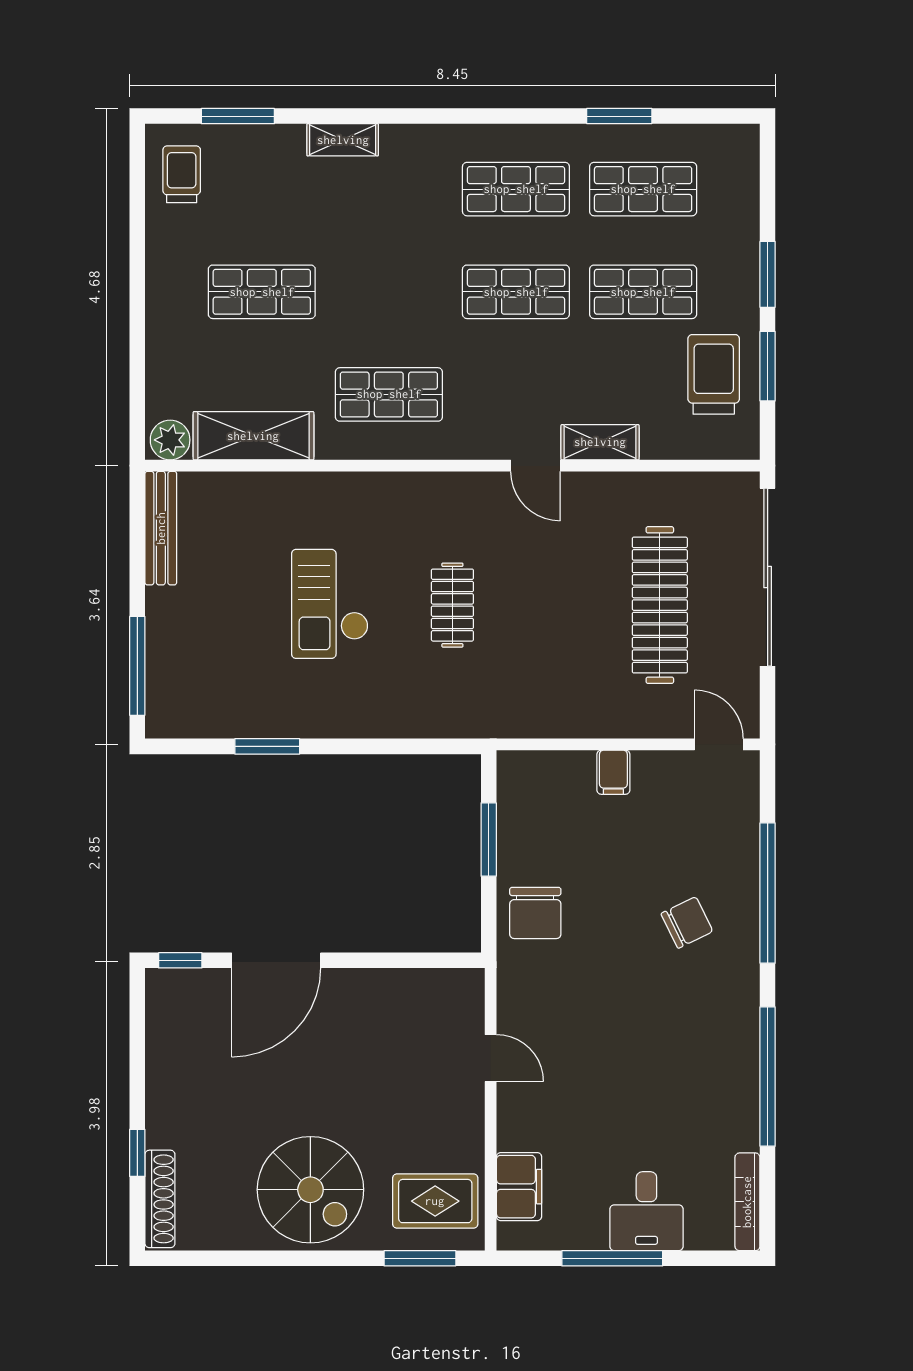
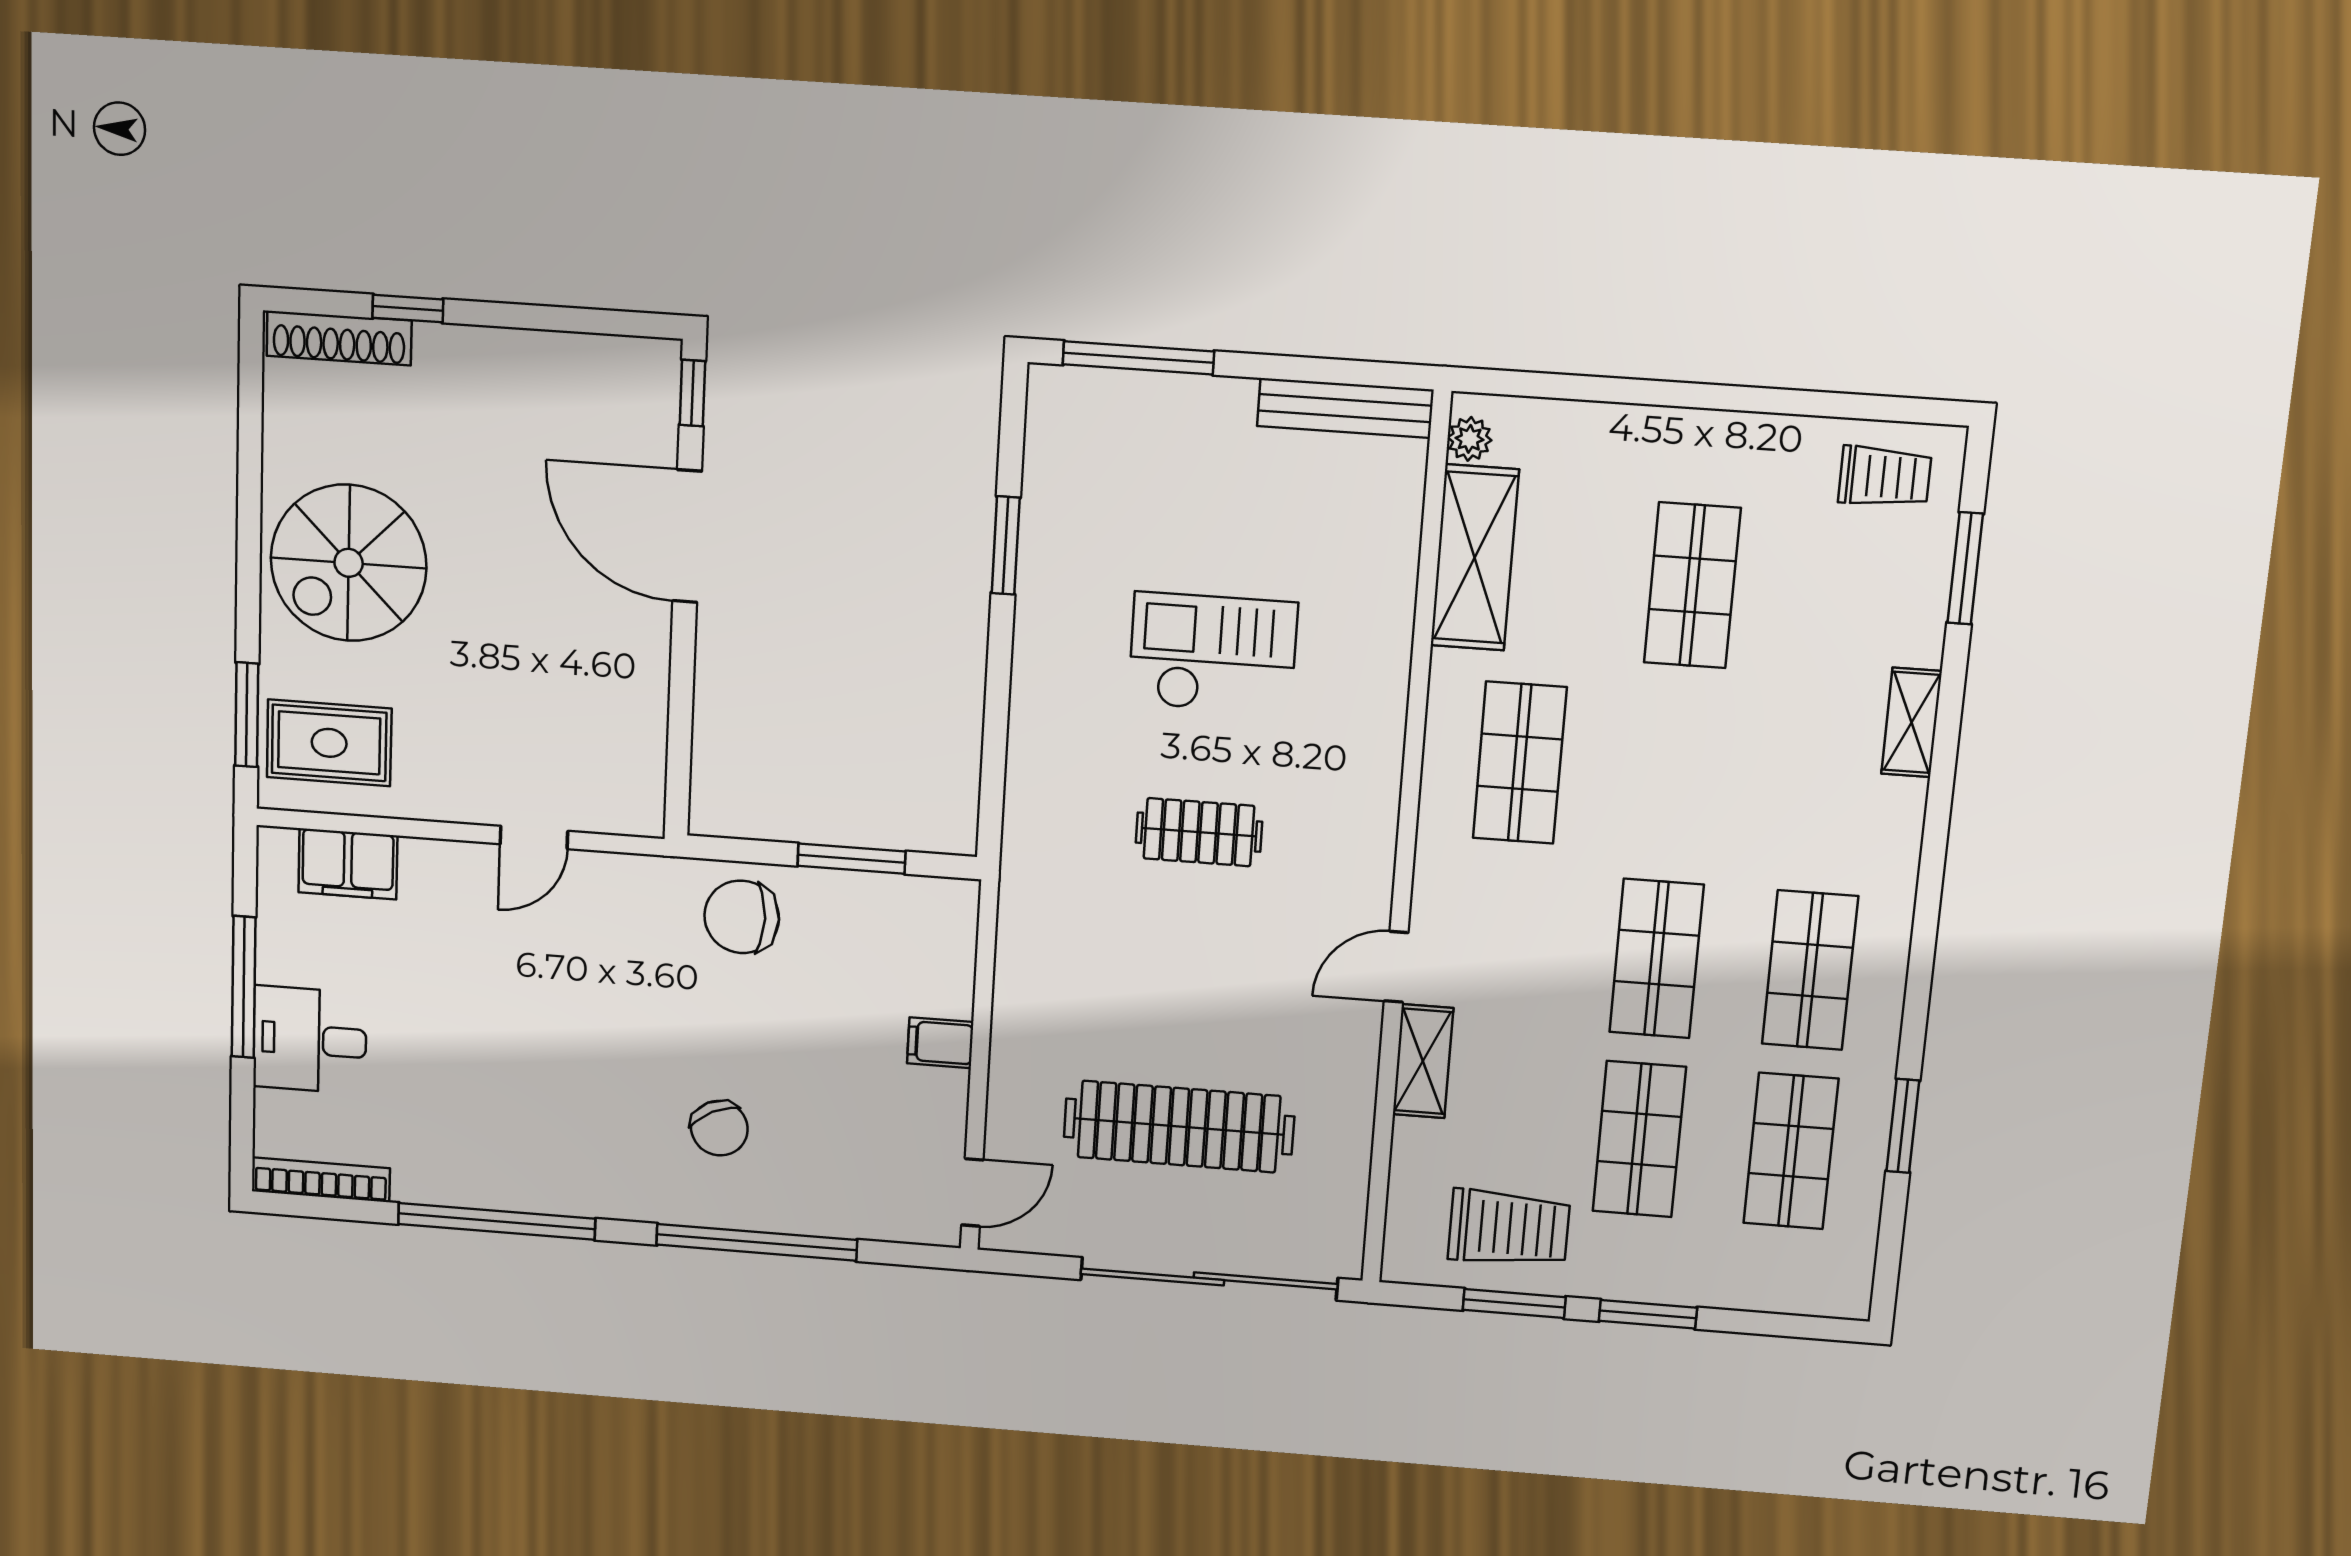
plant: (170, 440) -> (1470, 439), width x0.73, depth x0.73
rug: (435, 1201) -> (329, 743), turned 90

